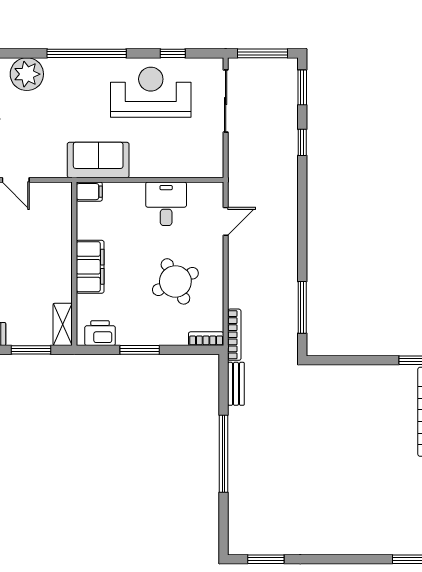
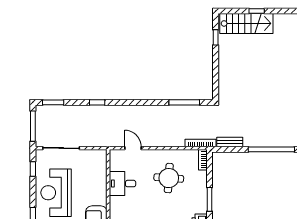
window: (173, 53) -> (33, 169), moved
window: (302, 142) -> (97, 102), moved
round table: (175, 281) -> (169, 178), turned 30

